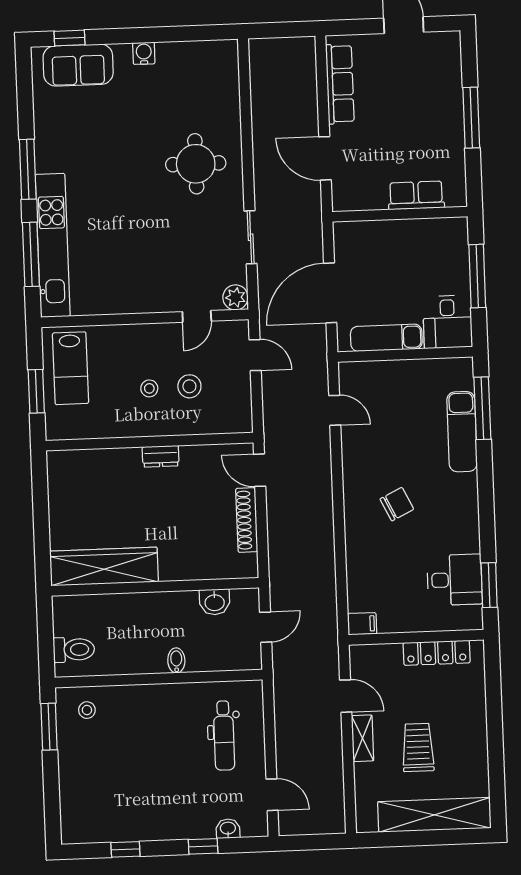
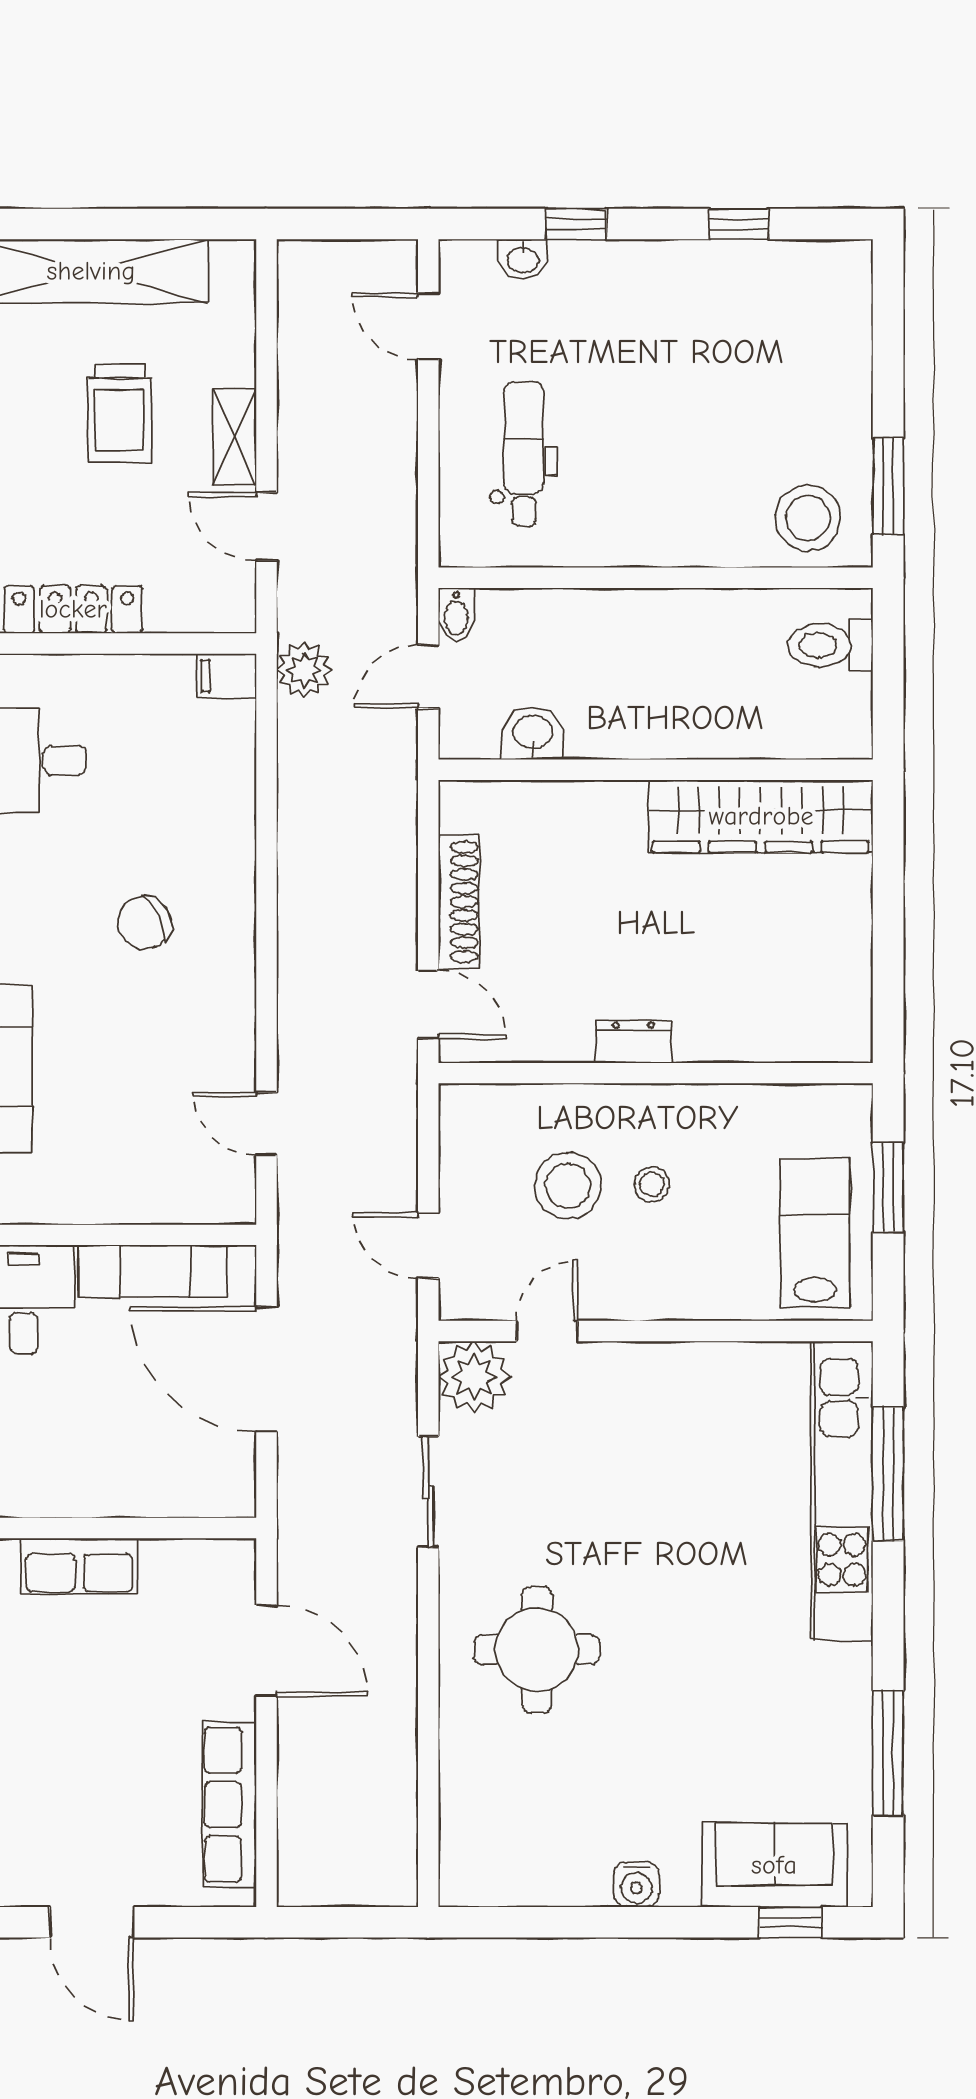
window: (28, 169) -> (888, 1753), moved
door: (330, 293) -> (266, 1369), swing flipped
plant: (235, 297) -> (474, 1377), width x1.36, depth x1.36
stool: (189, 386) -> (568, 1185), width x1.38, depth x1.38
plant: (325, 628) -> (304, 670), added
bidet: (176, 660) -> (456, 614), moved
stool: (87, 710) -> (808, 518), width x1.89, depth x1.89

